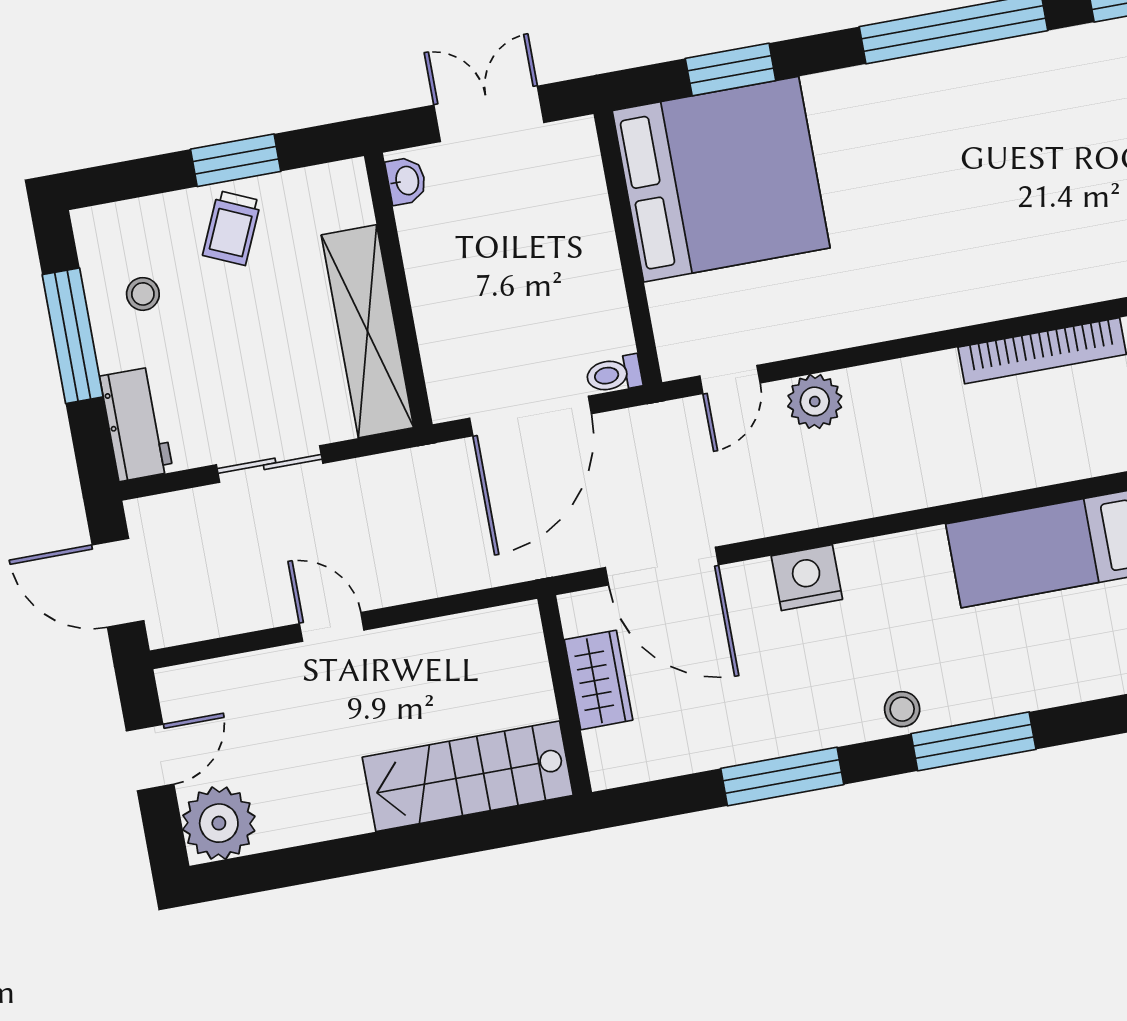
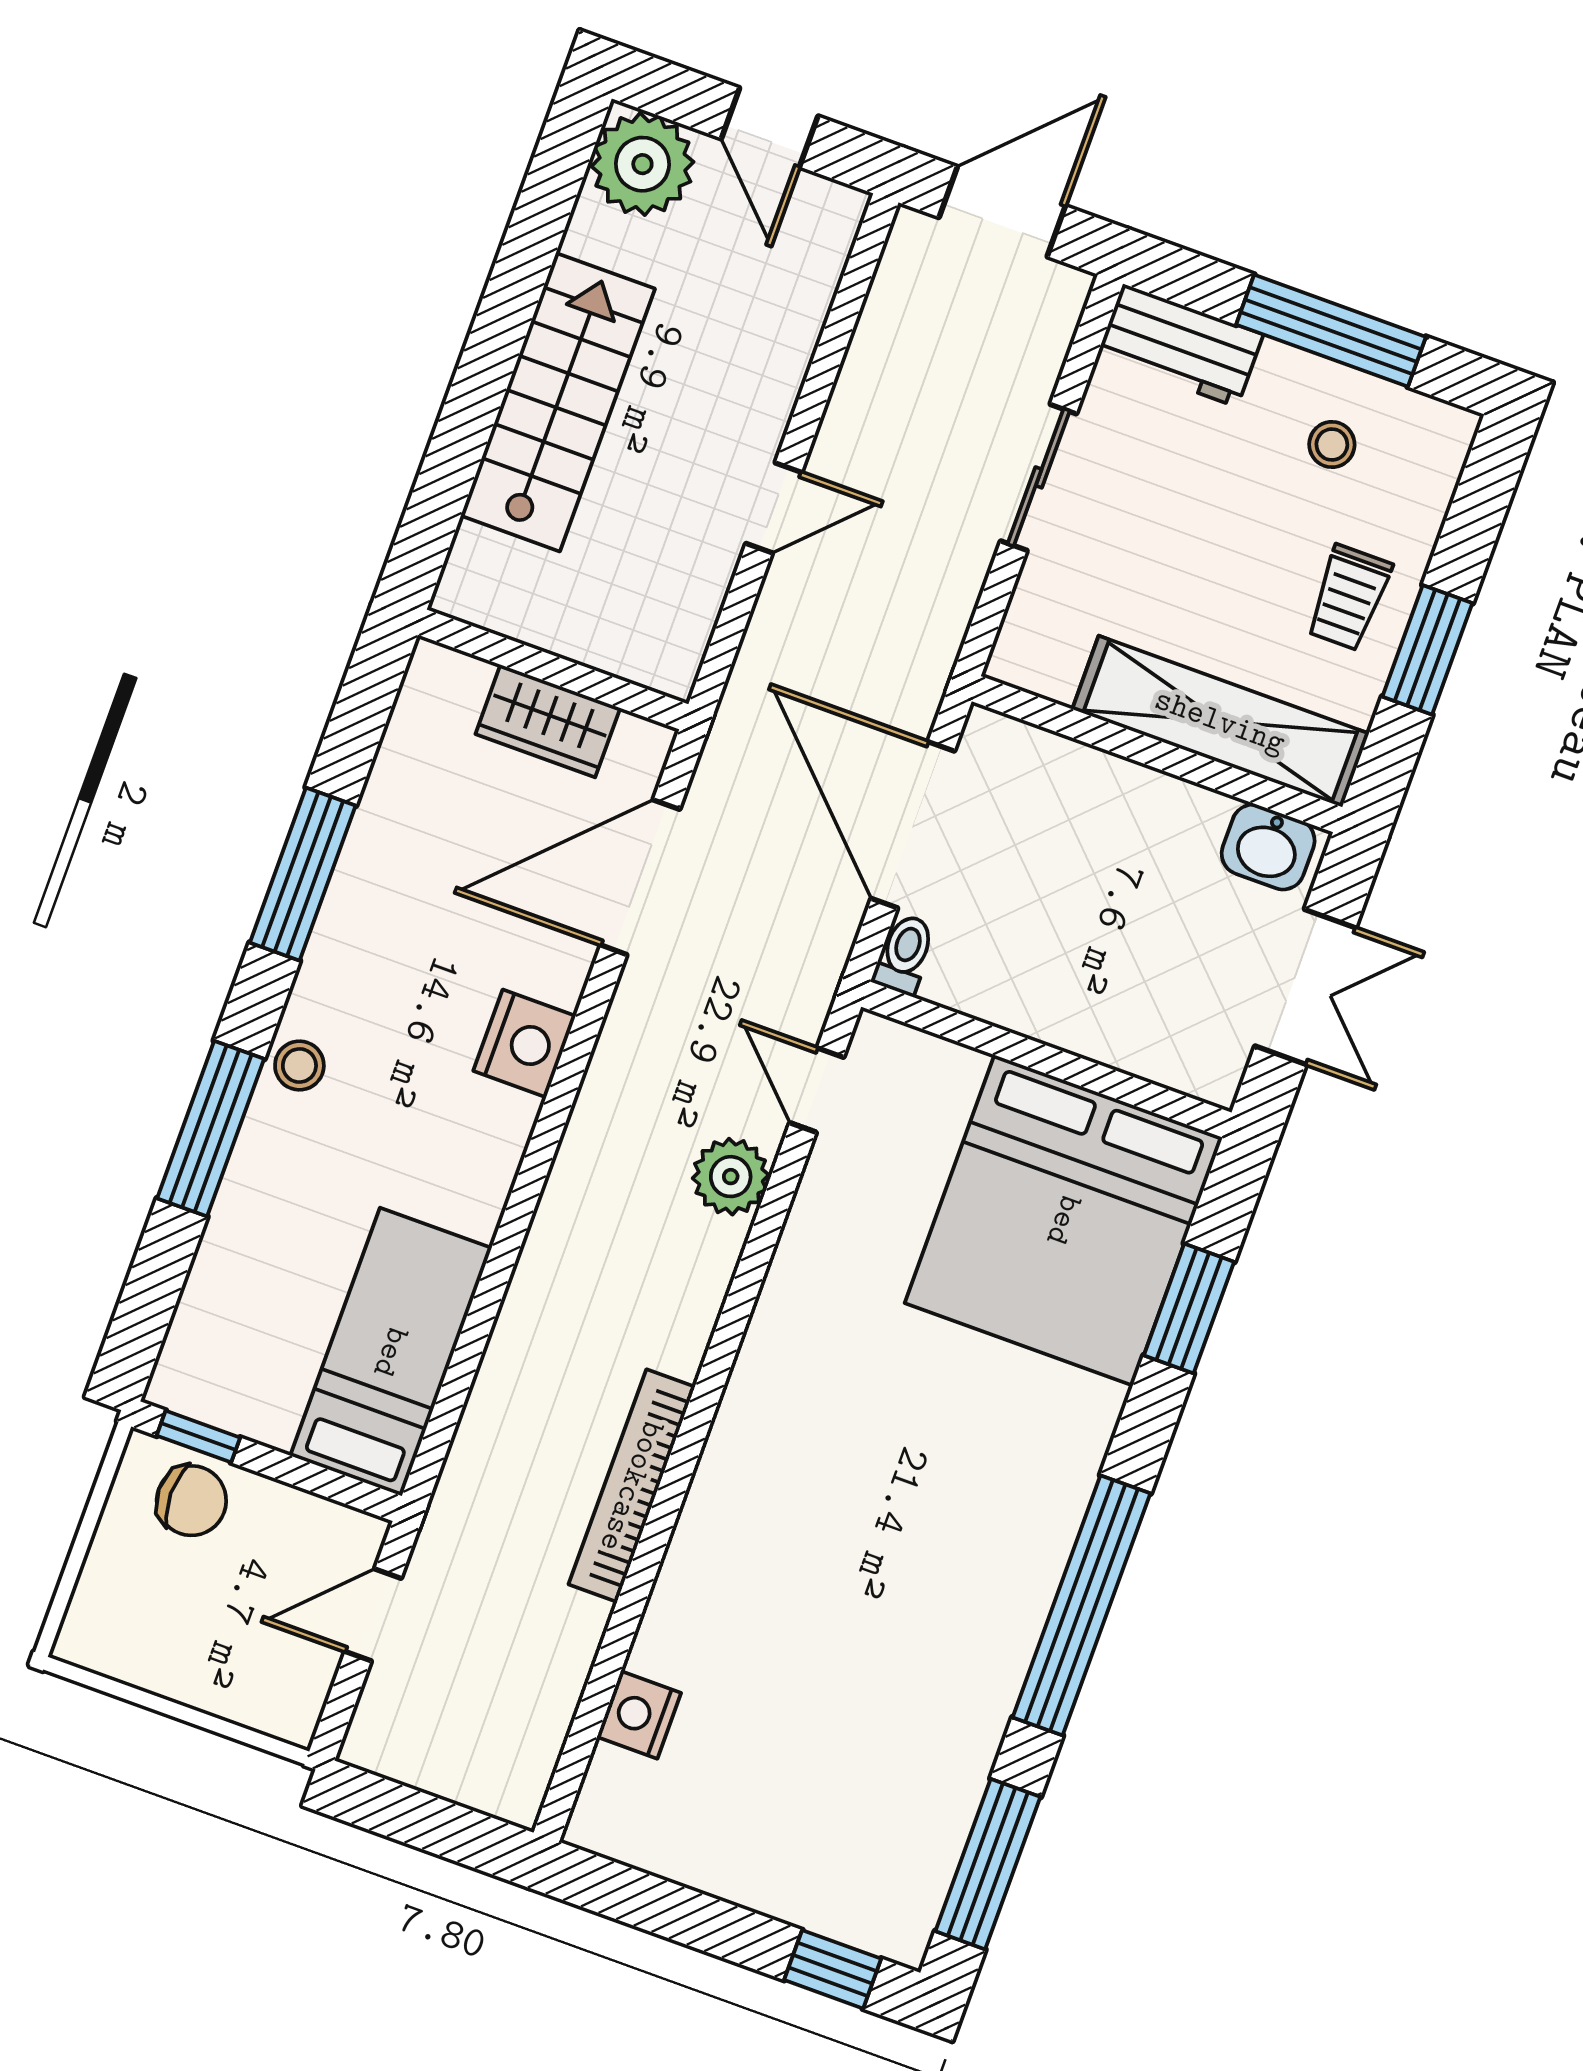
washbasin: (406, 181) -> (1268, 847), width x1.38, depth x1.45
trolley: (232, 228) -> (1349, 598), turned -114
shelving: (368, 331) -> (1220, 721), moved
door: (332, 627) -> (774, 508), moved
stairs: (468, 776) -> (558, 402), moved

